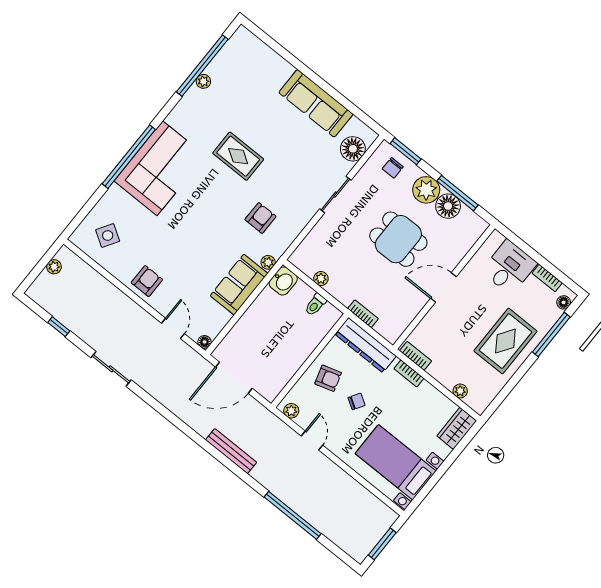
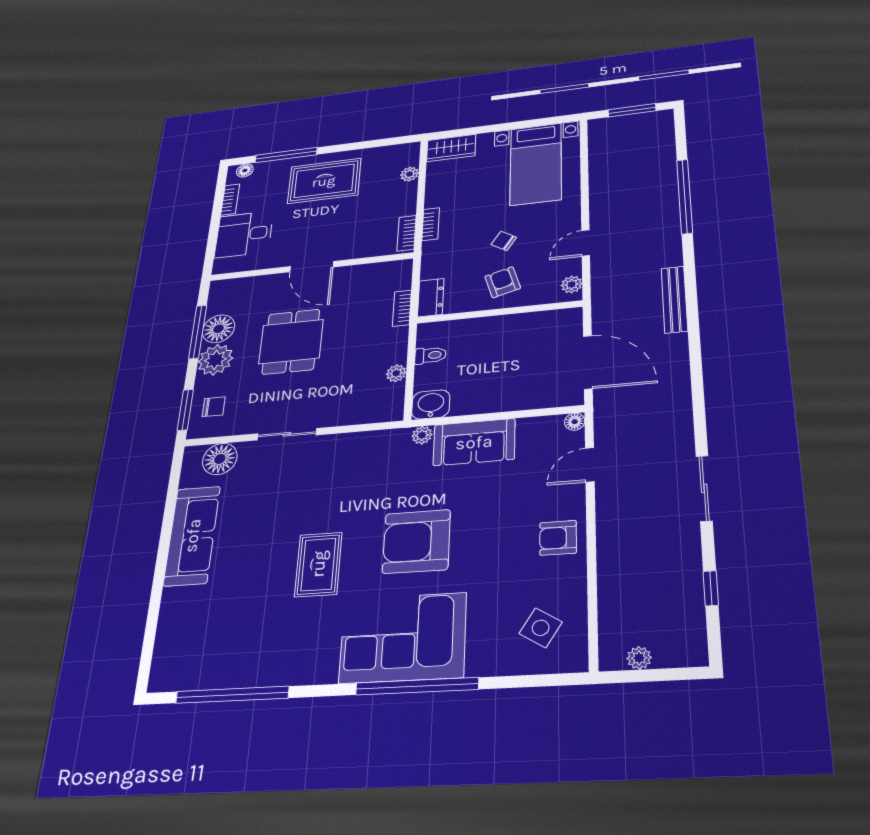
plant: (203, 81) -> (252, 677), removed
armchair: (260, 218) -> (416, 541), moved, width x1.88, depth x1.88
dresser: (366, 345) -> (431, 298), width x0.51, depth x0.80

